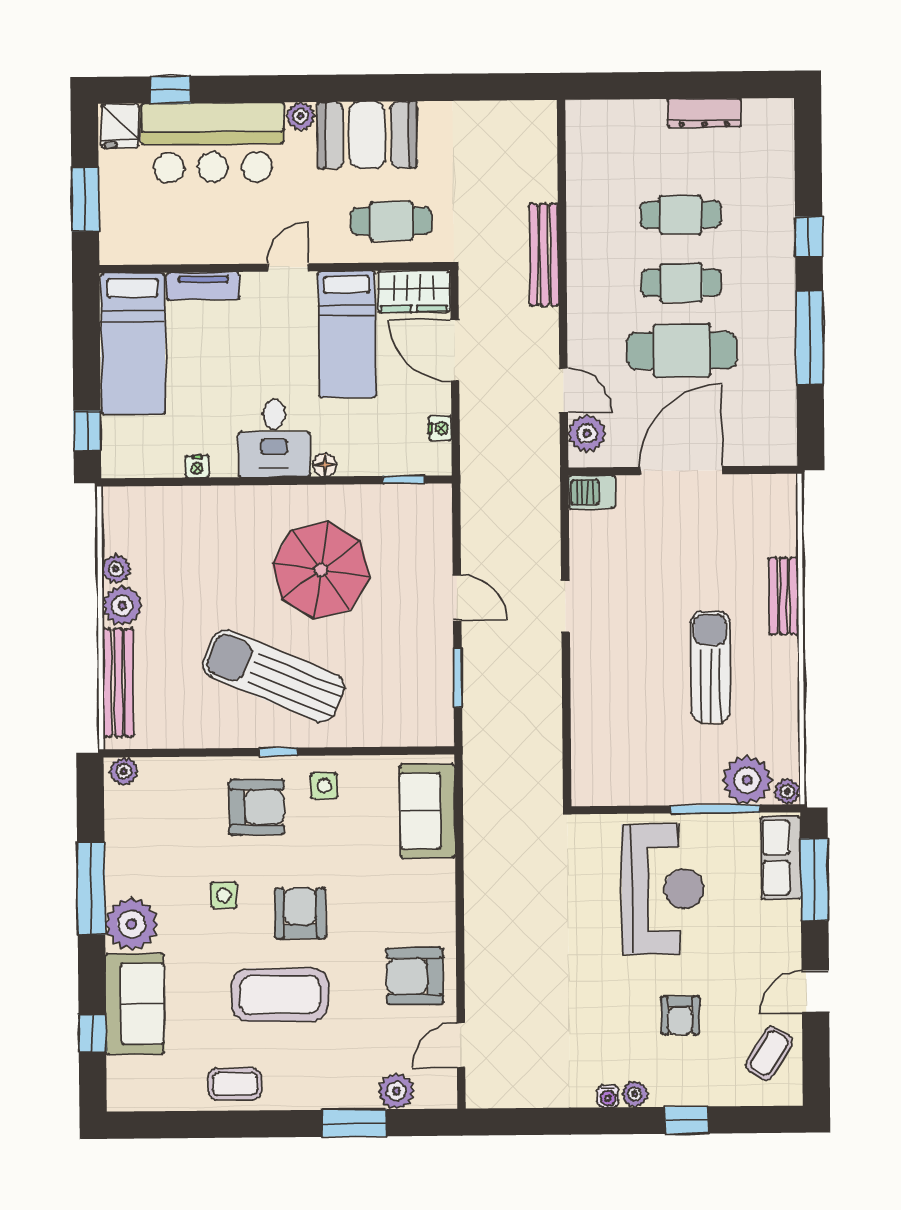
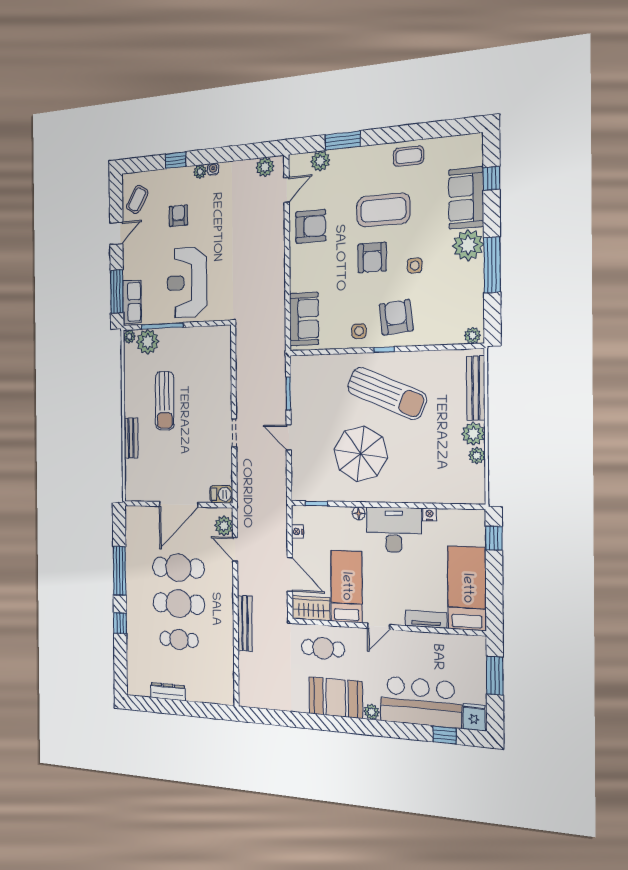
cafe table: (681, 283) -> (179, 604), width x1.37, depth x1.35
desk: (274, 438) -> (394, 530), width x1.37
armchair: (257, 807) -> (396, 317), turned 84
plant: (503, 1090) -> (265, 167), added

